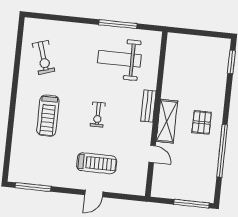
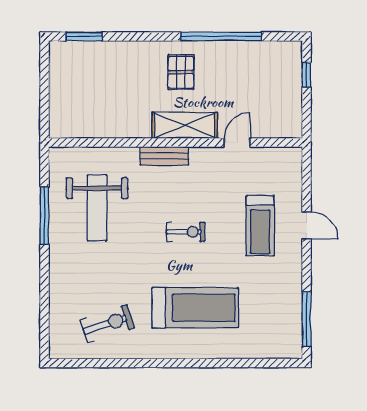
treadmill: (48, 116) -> (195, 308), width x1.37, depth x1.38
pallet: (202, 122) -> (181, 72), turned 90
treadmill: (97, 163) -> (260, 226), turned 180
window: (191, 204) -> (307, 75), width x0.46

